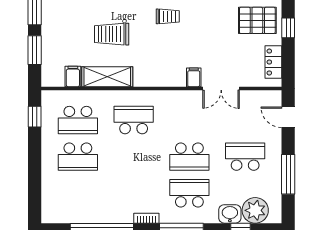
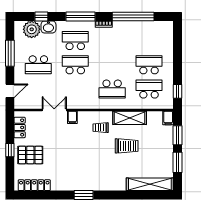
trolley: (168, 16) -> (101, 128), moved
filing cabinet: (73, 76) -> (168, 118), moved
door: (288, 117) -> (10, 91), hinge flipped
school desk: (189, 193) -> (75, 41), turned 180

